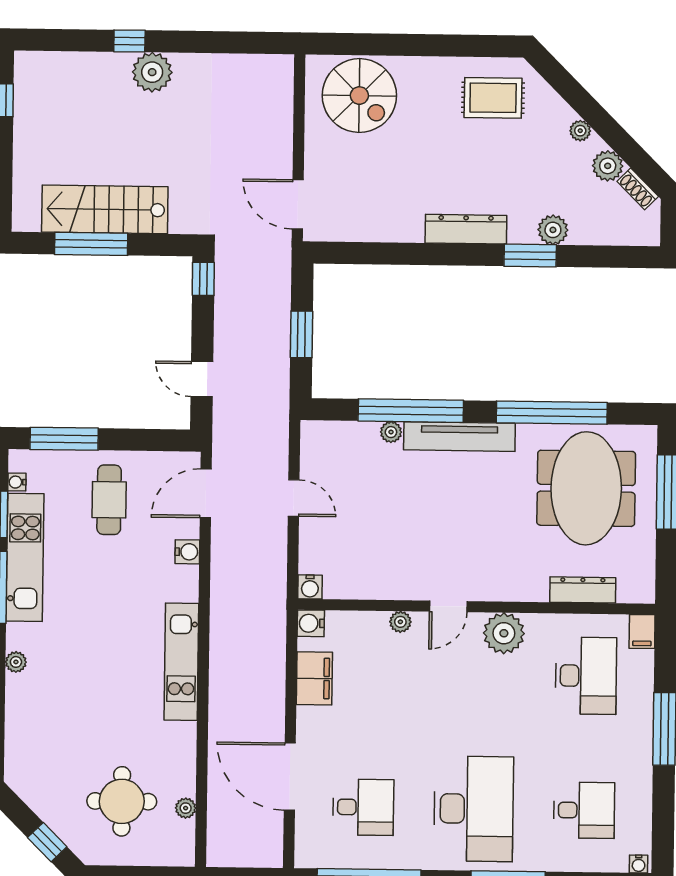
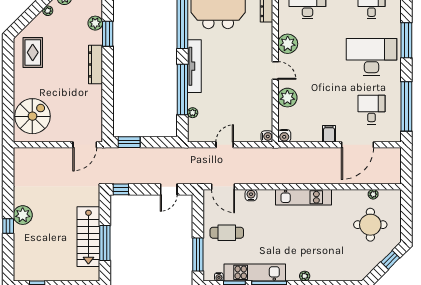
window: (301, 334) -> (129, 142), moved
plant: (391, 432) -> (193, 113), moved
plant: (400, 622) -> (287, 98), width x1.88, depth x1.88
filing cabinet: (314, 678) -> (329, 134), moved, width x0.50

